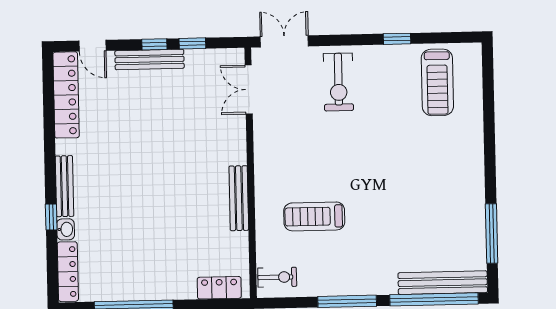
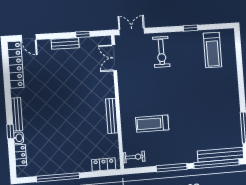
window: (154, 44) -> (62, 36), removed
bench: (149, 60) -> (65, 43), width x0.73
locker: (68, 272) -> (20, 155), width x0.66

